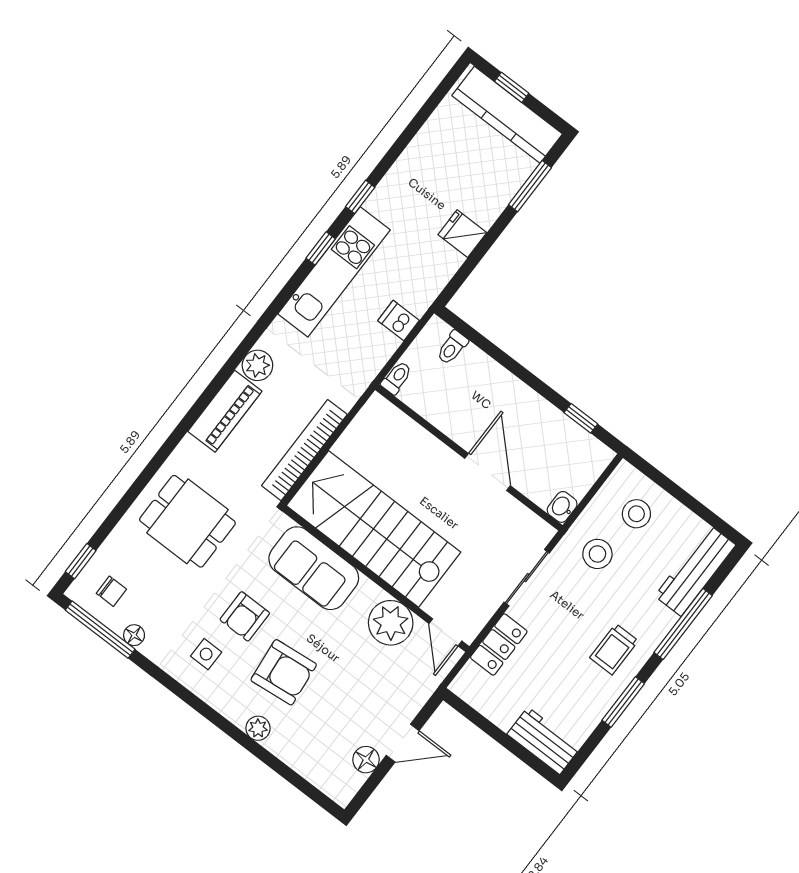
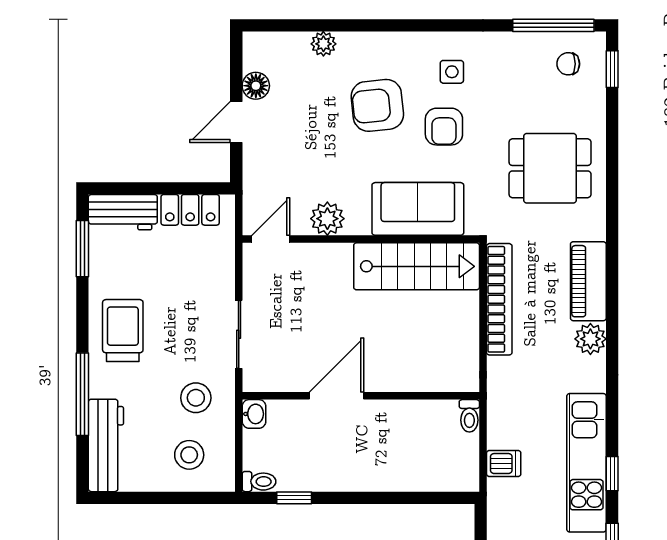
toilet: (452, 347) -> (259, 482), moved, turned 90
door: (488, 472) -> (337, 396), swing flipped
stairs: (374, 529) -> (417, 266), width x0.73, depth x0.66
armchair: (245, 616) -> (444, 127), turned 180
plant: (391, 623) -> (327, 219), width x0.73, depth x0.73
door: (445, 632) -> (271, 239), hinge flipped
floor lamp: (134, 635) -> (522, 42), removed
locker: (499, 645) -> (190, 210), moved, turned -90
trolley: (614, 649) -> (123, 330), width x1.36, depth x1.39
window: (623, 702) -> (82, 249), moved
plant: (258, 728) -> (323, 44), moved

